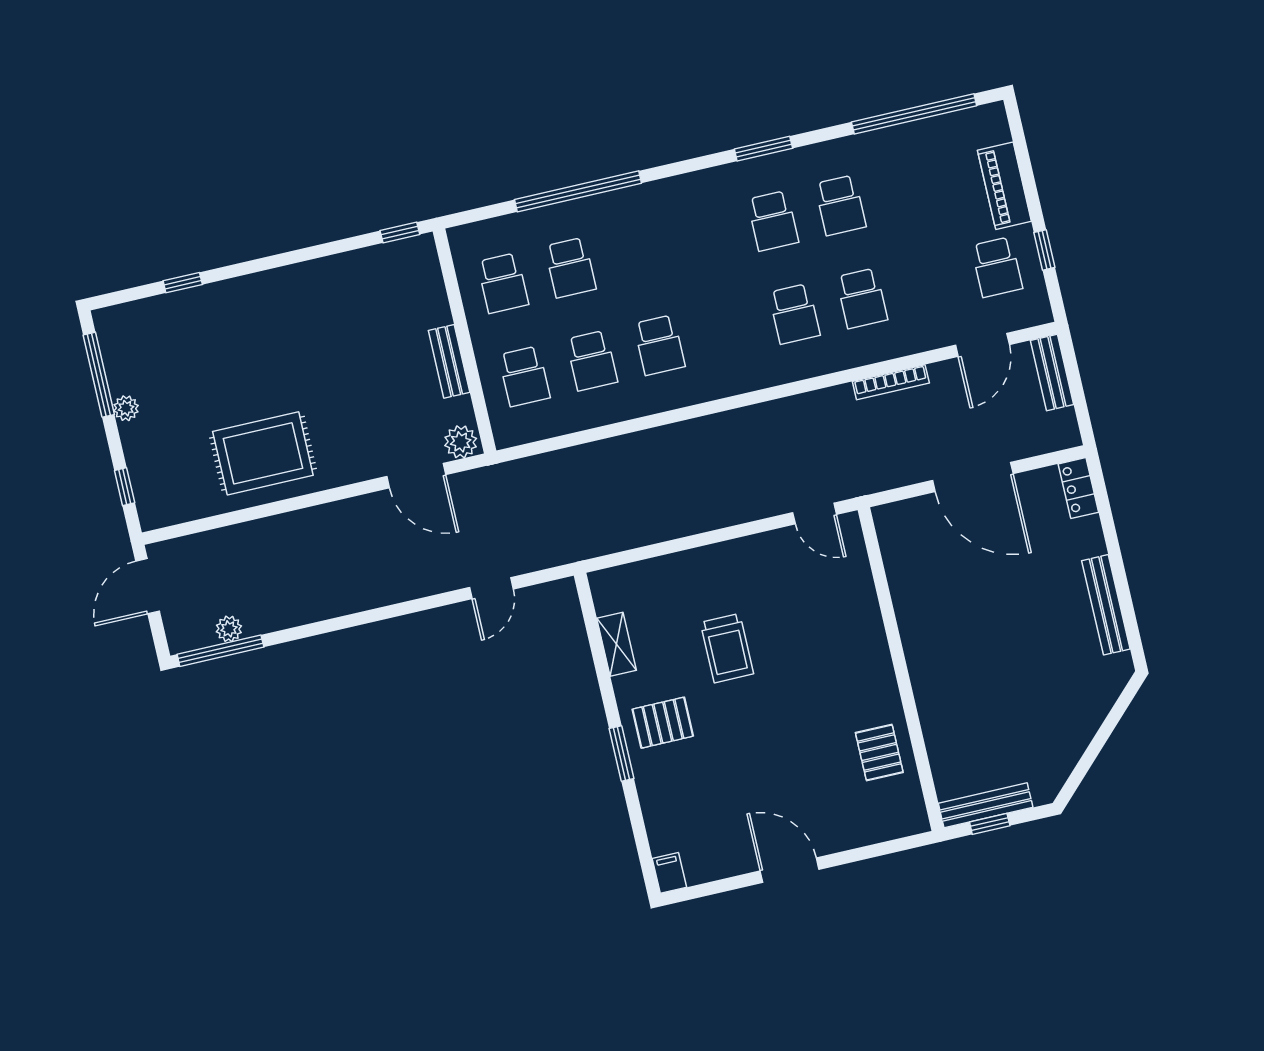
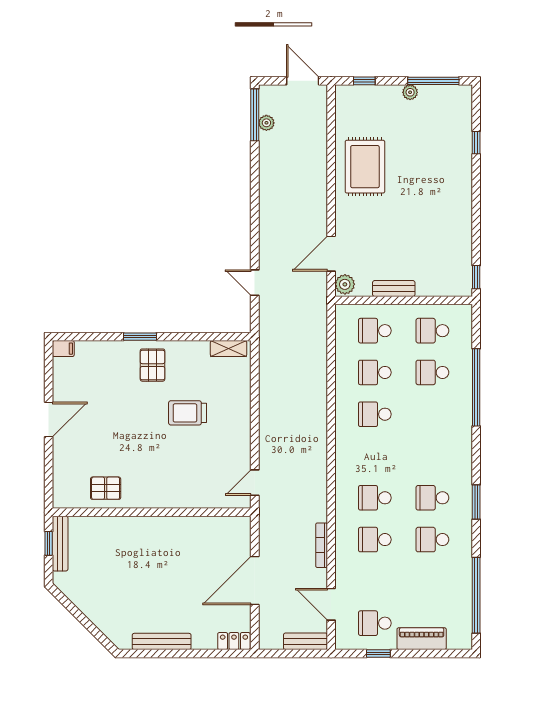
shelving: (617, 644) -> (229, 349), moved

